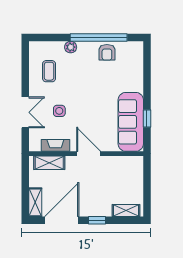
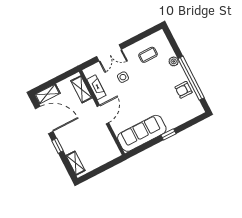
window: (147, 119) -> (169, 134), moved

